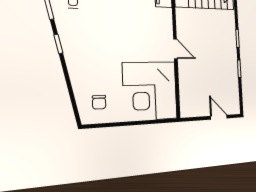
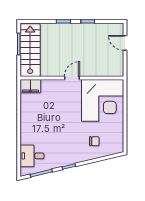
chair: (99, 102) -> (94, 141), moved
door: (219, 117) -> (125, 43), hinge flipped

